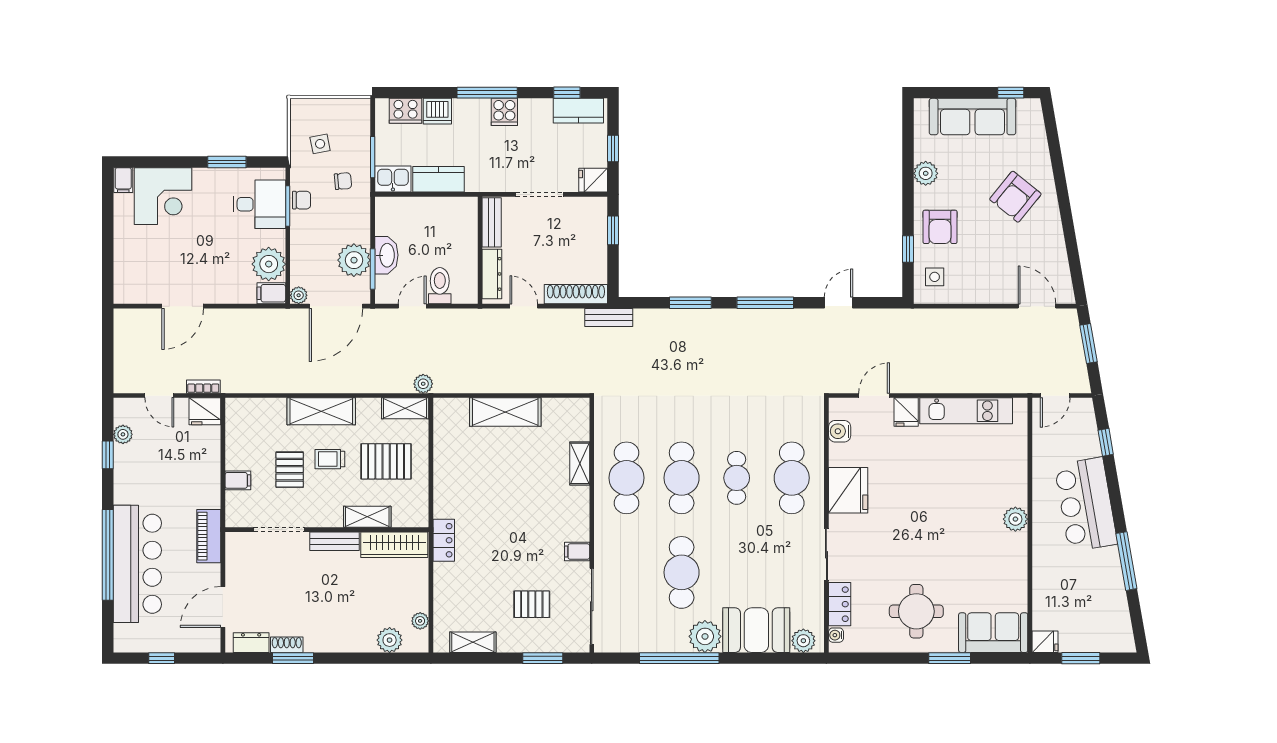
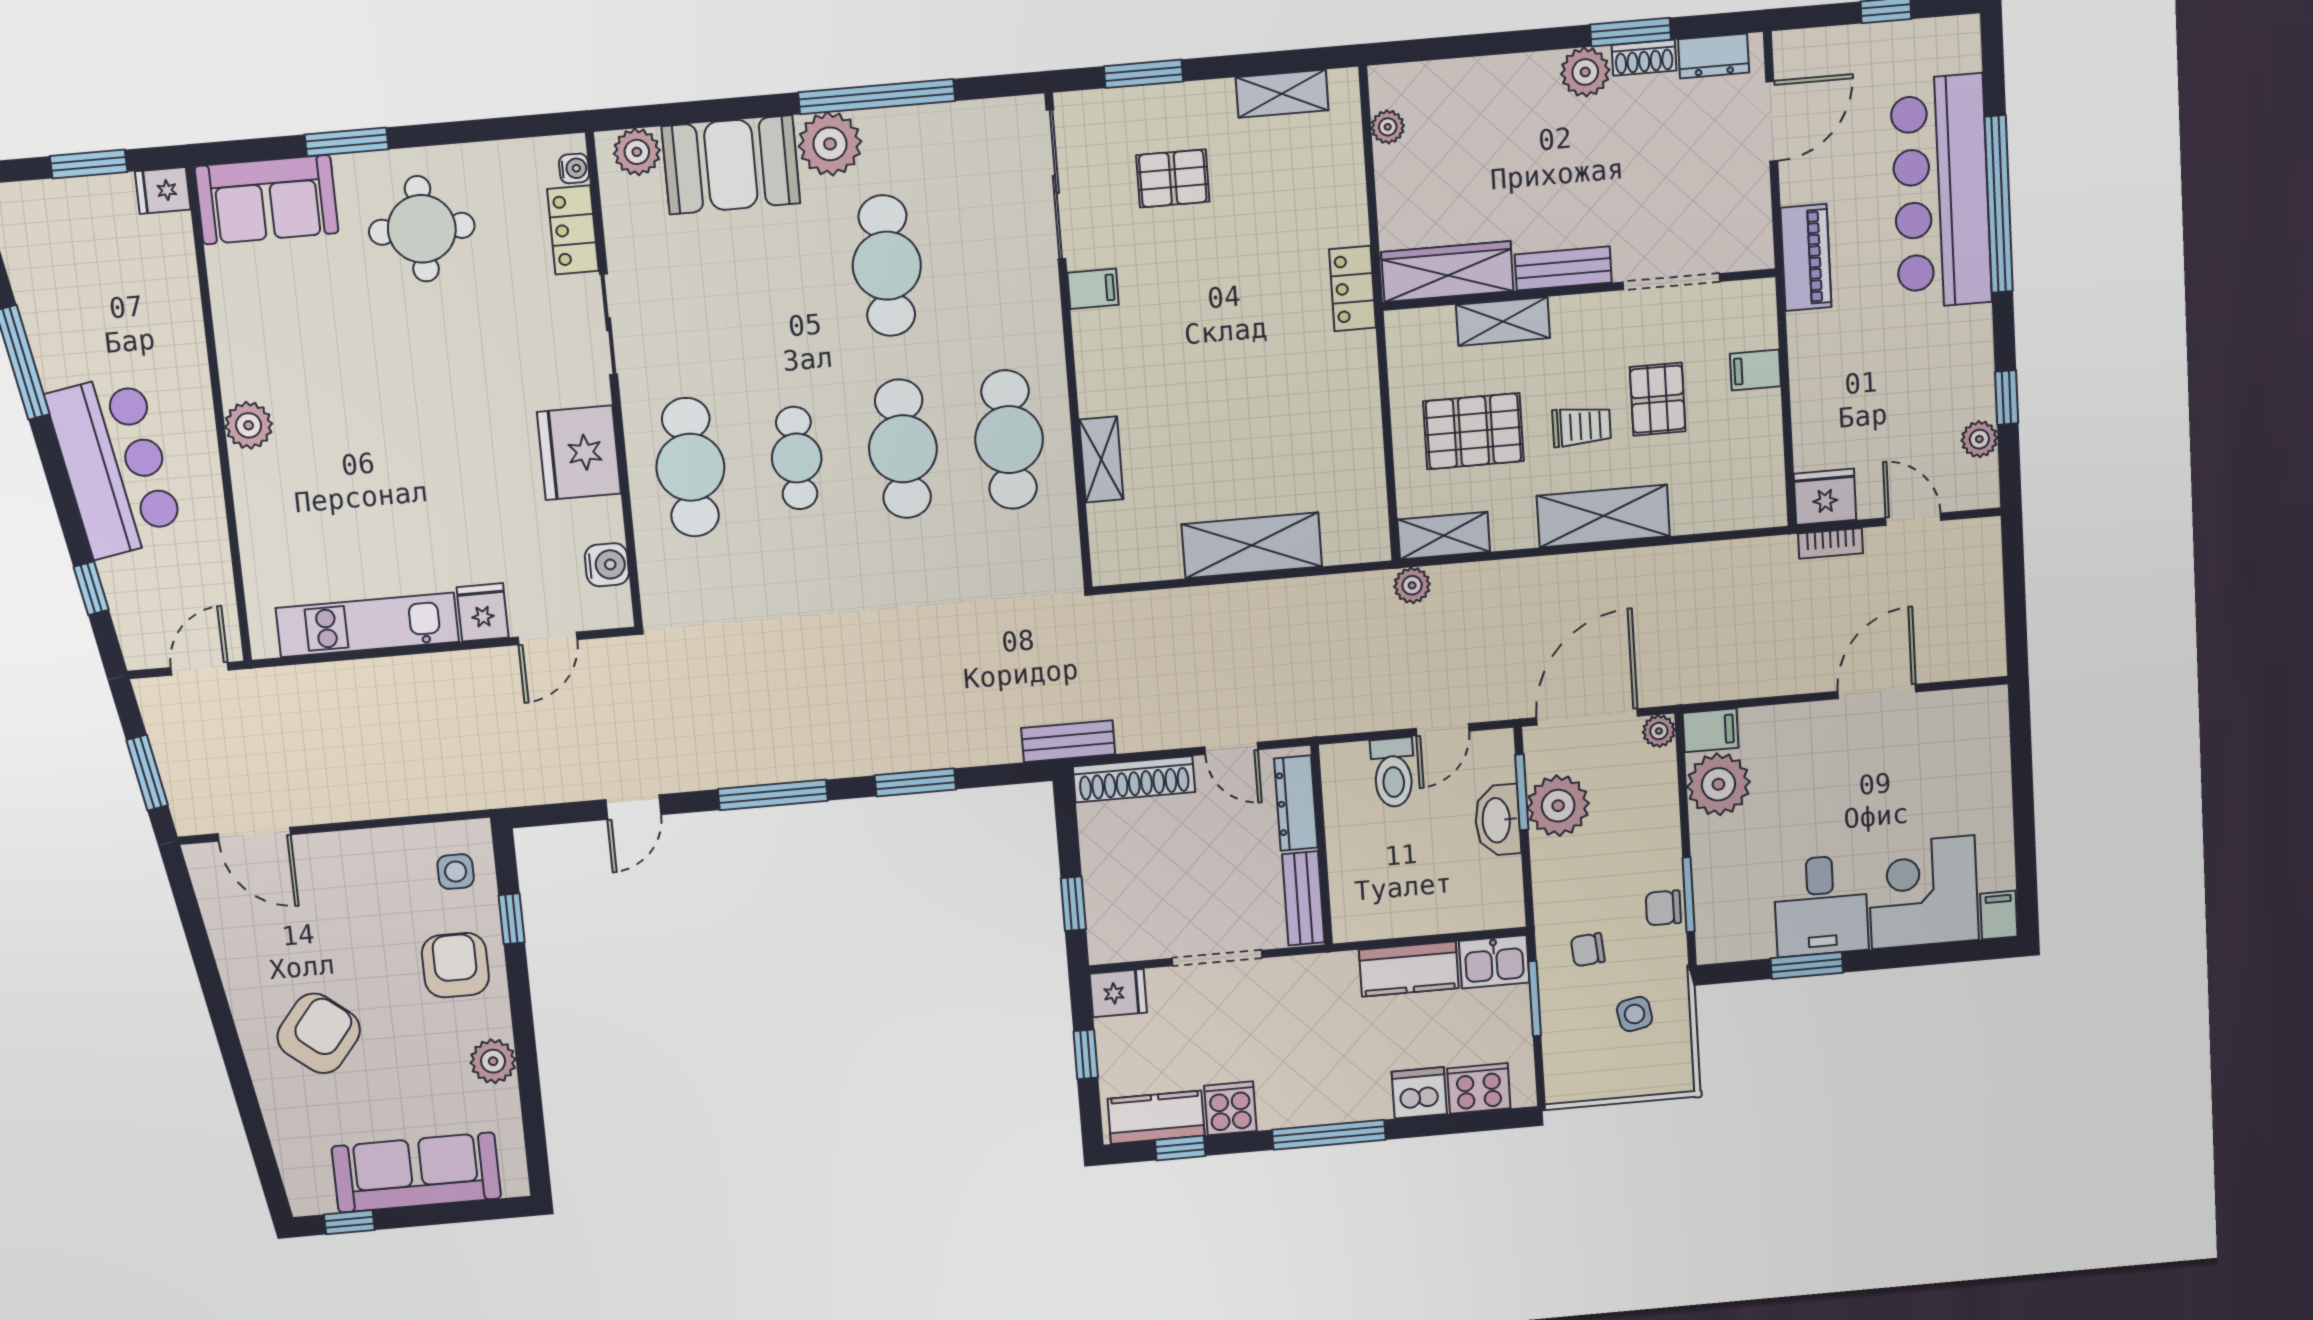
cooker: (504, 112) -> (1230, 1108), moved
desk: (259, 204) -> (1821, 906), moved, turned -90
plant: (390, 640) -> (1585, 72), moved

